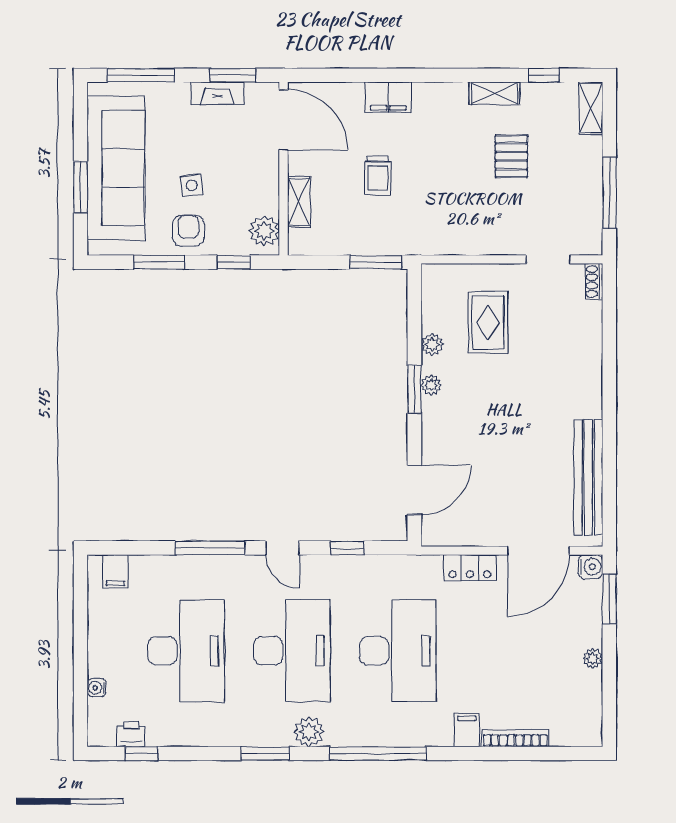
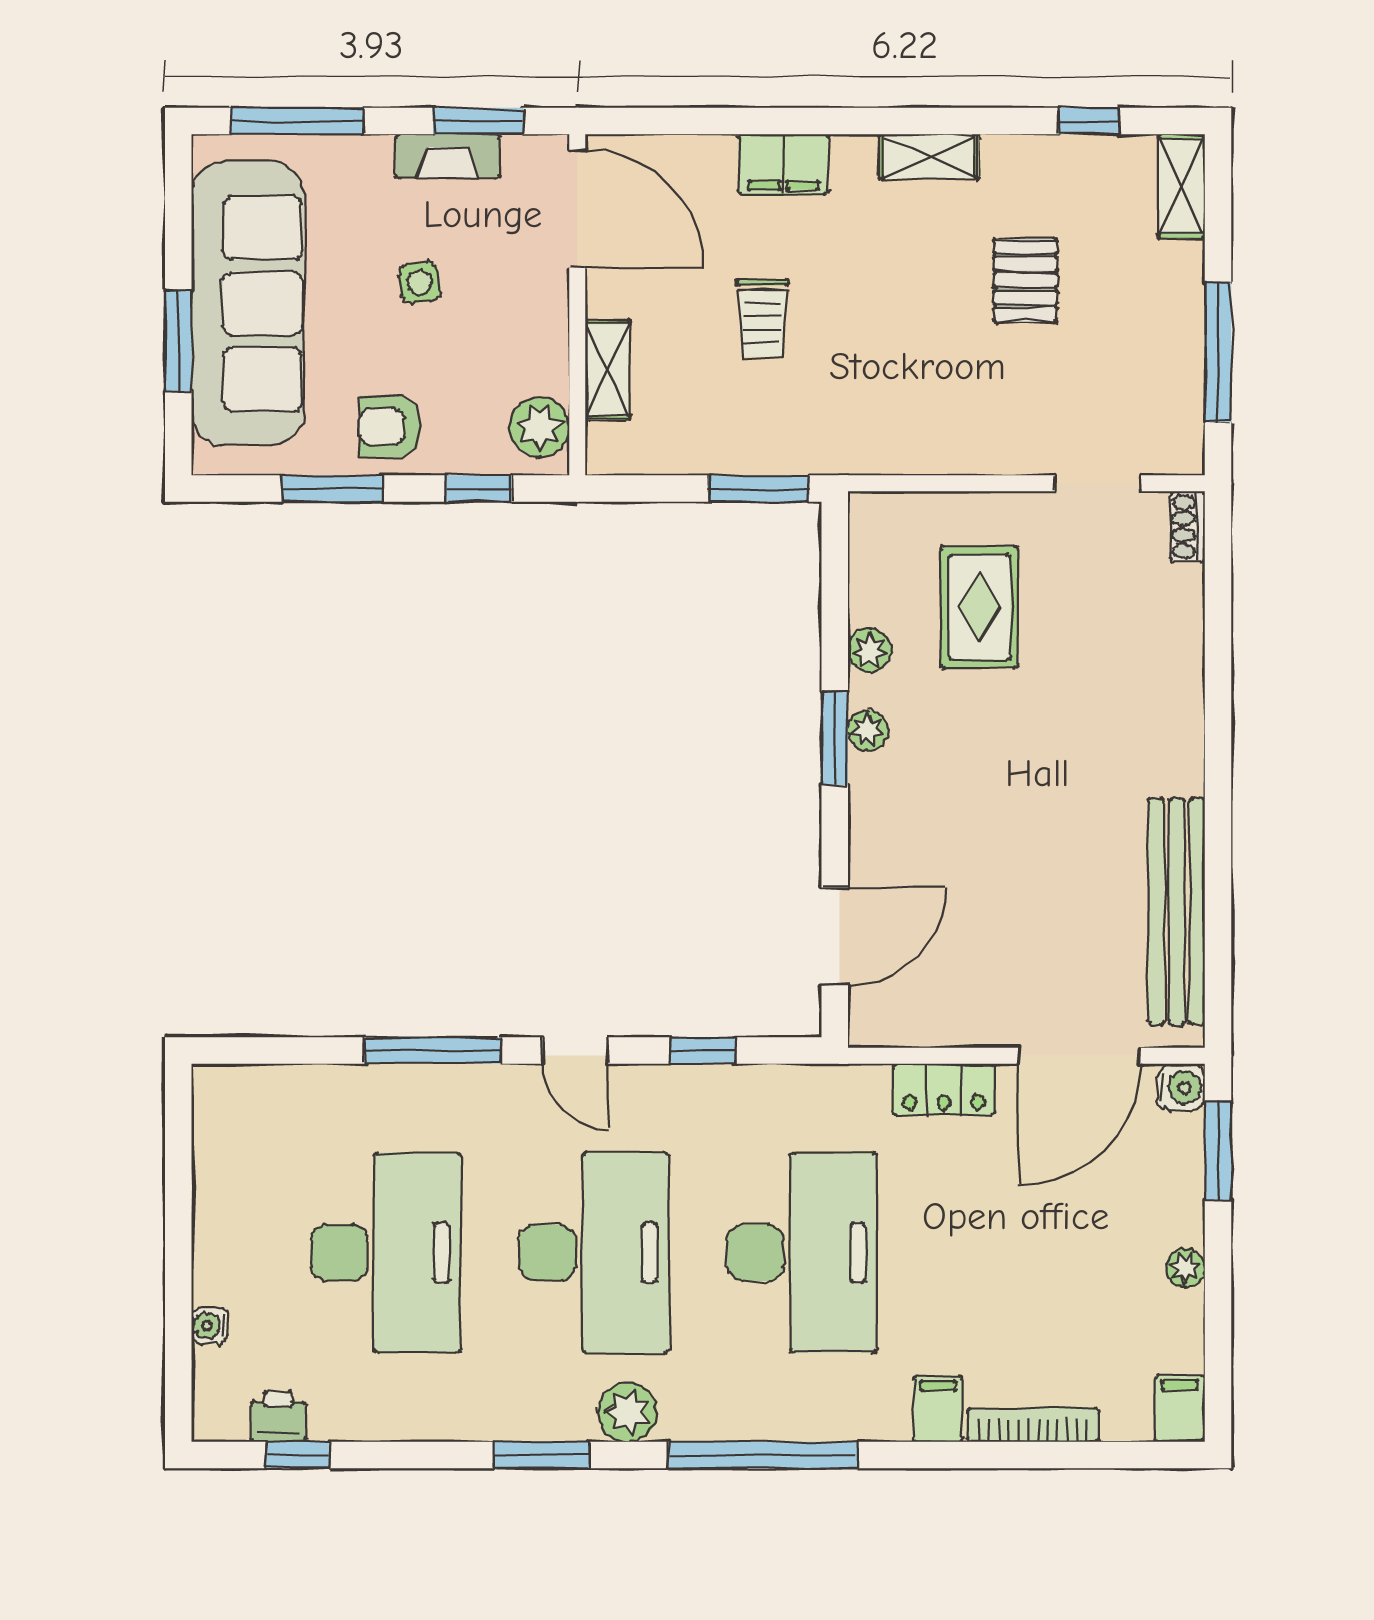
shelving: (495, 93) -> (929, 156), moved
side table: (192, 185) -> (420, 282), moved
armchair: (188, 231) -> (390, 427), turned -90
filing cabinet: (115, 571) -> (1180, 1408), moved, turned 180

